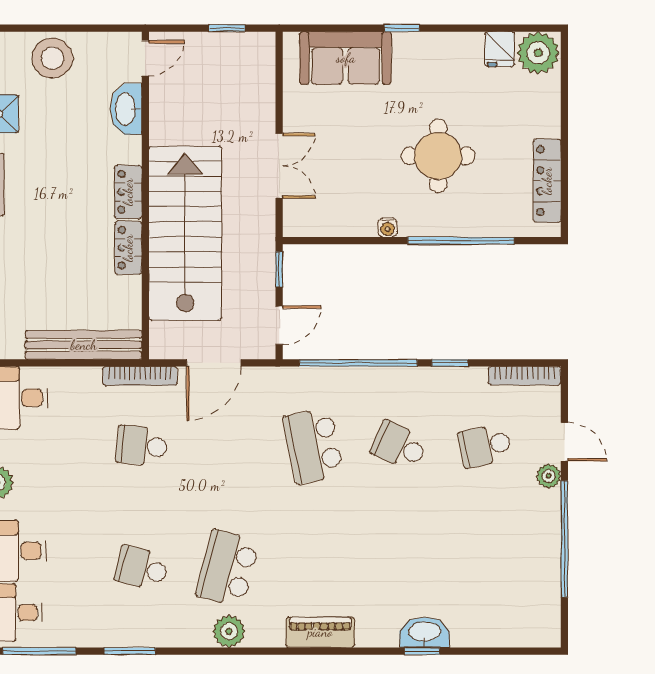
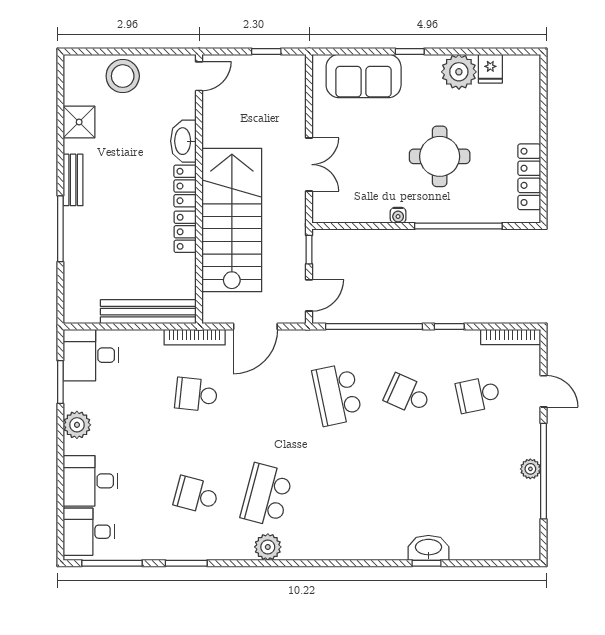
plant: (538, 53) -> (459, 72), moved
washbasin: (126, 109) -> (183, 141), moved
plant: (549, 476) -> (530, 469), moved
piano: (320, 632) -> (343, 548), removed

